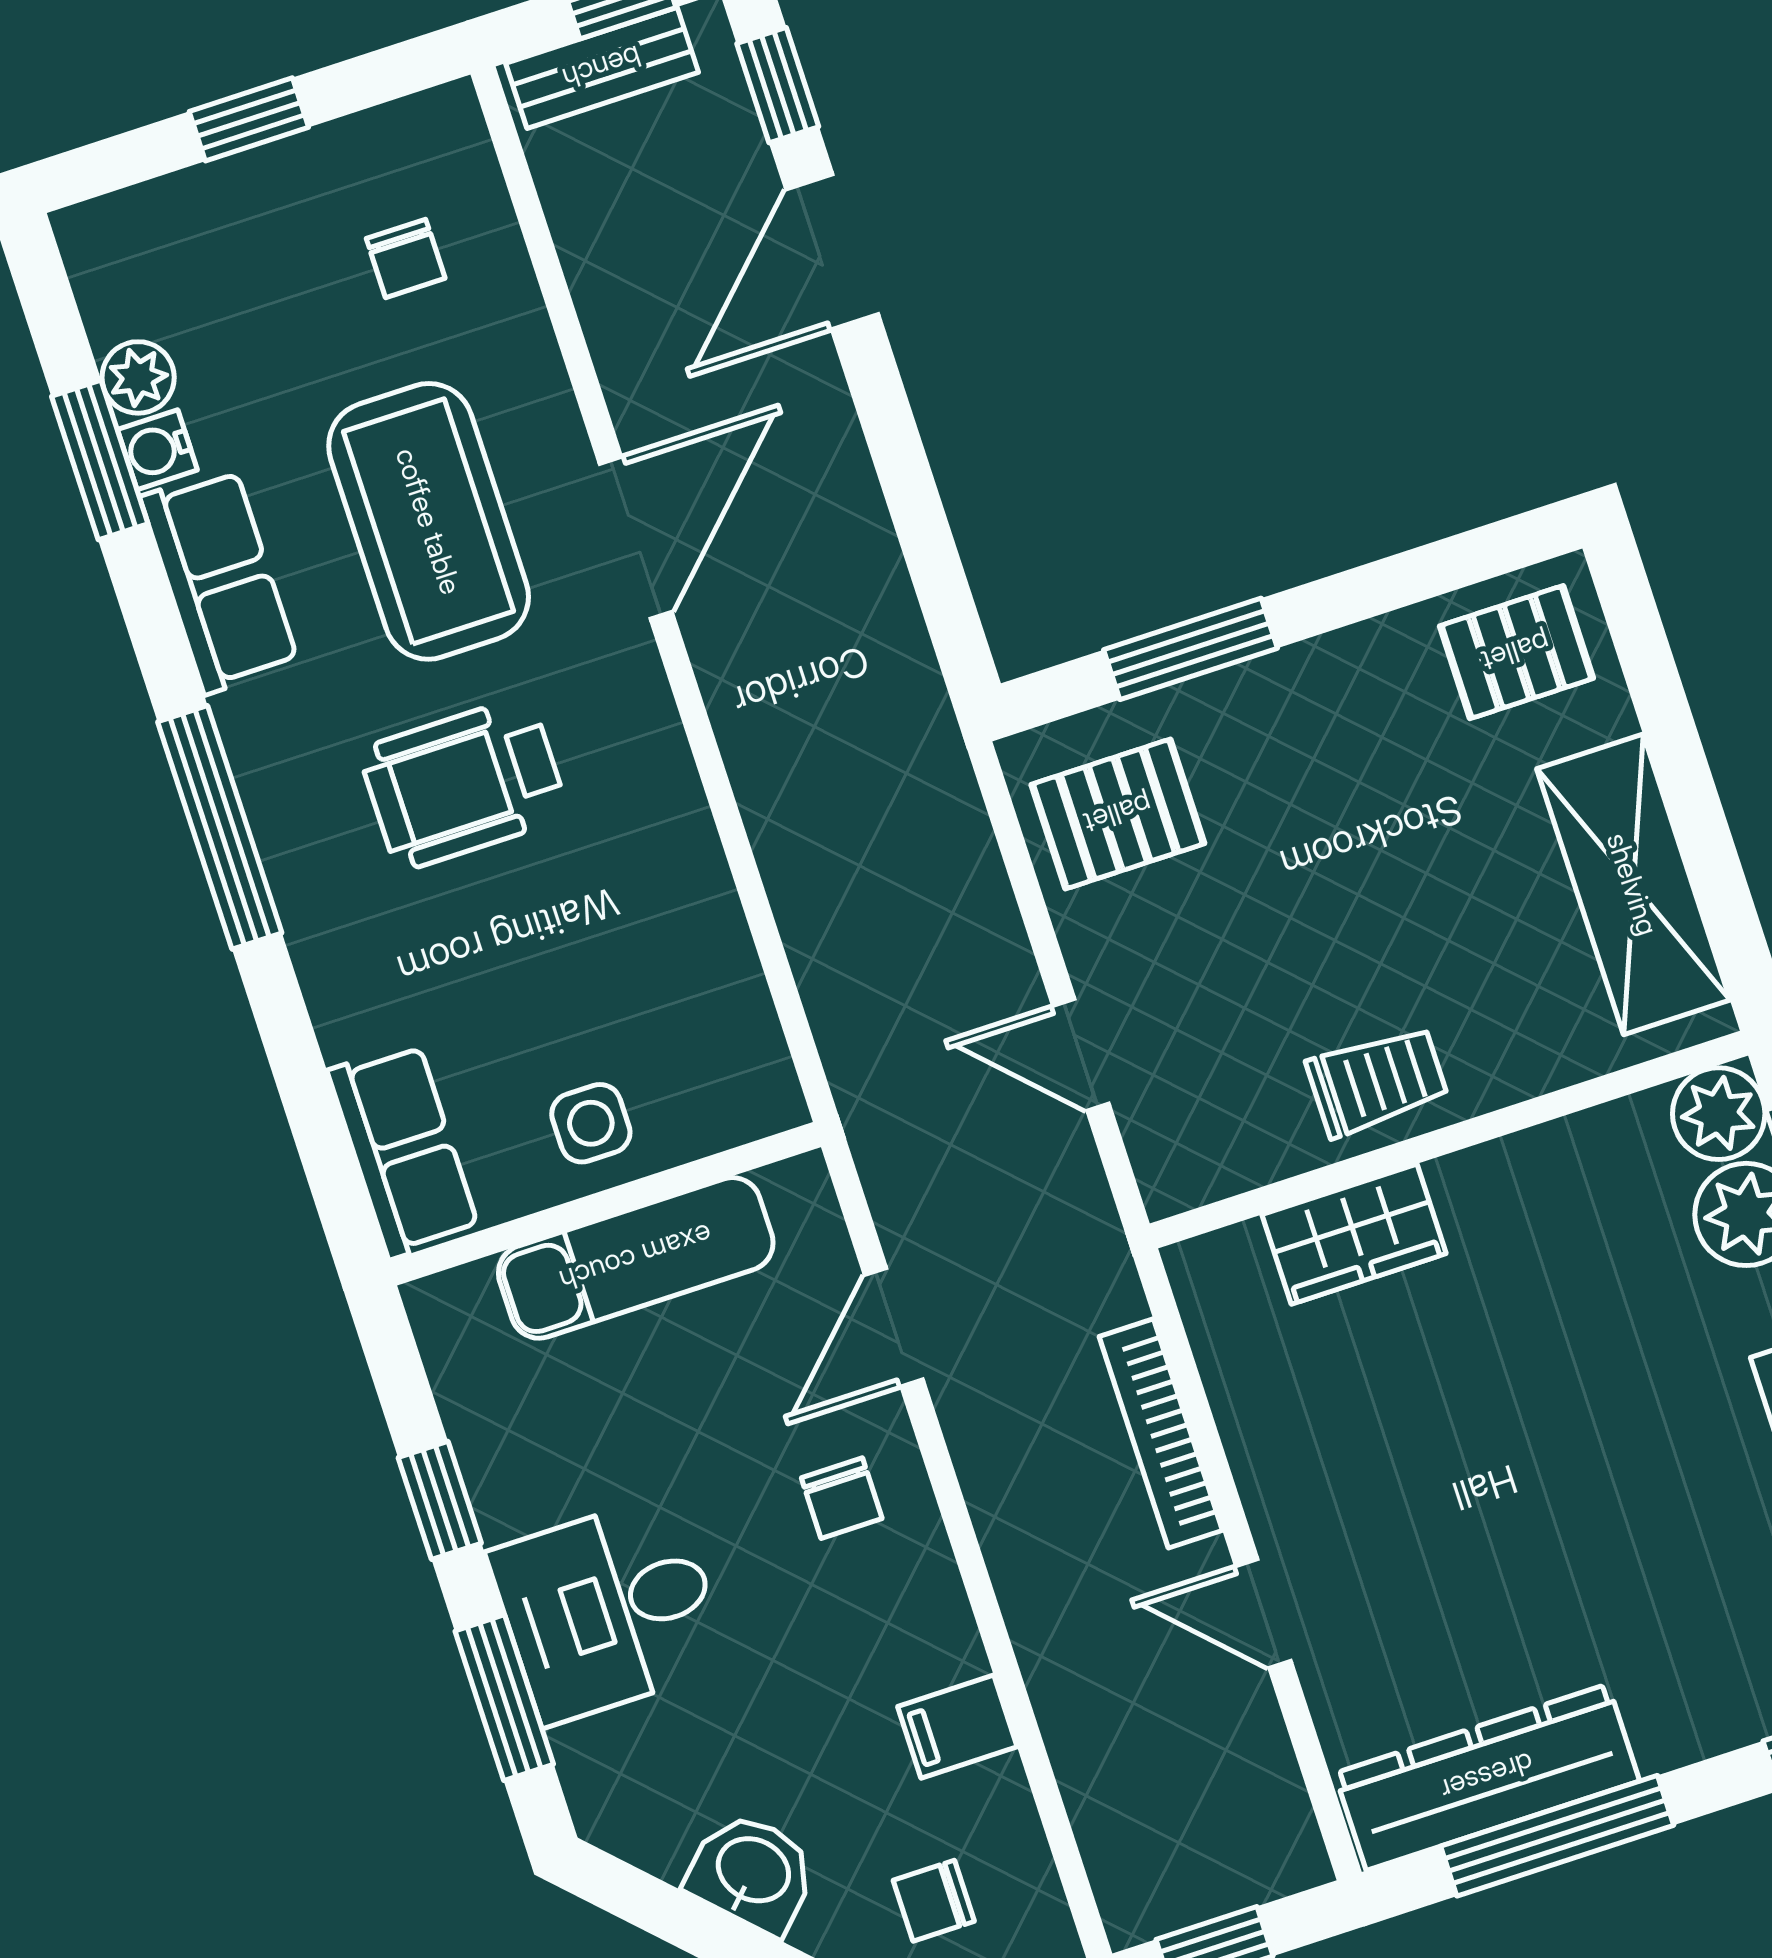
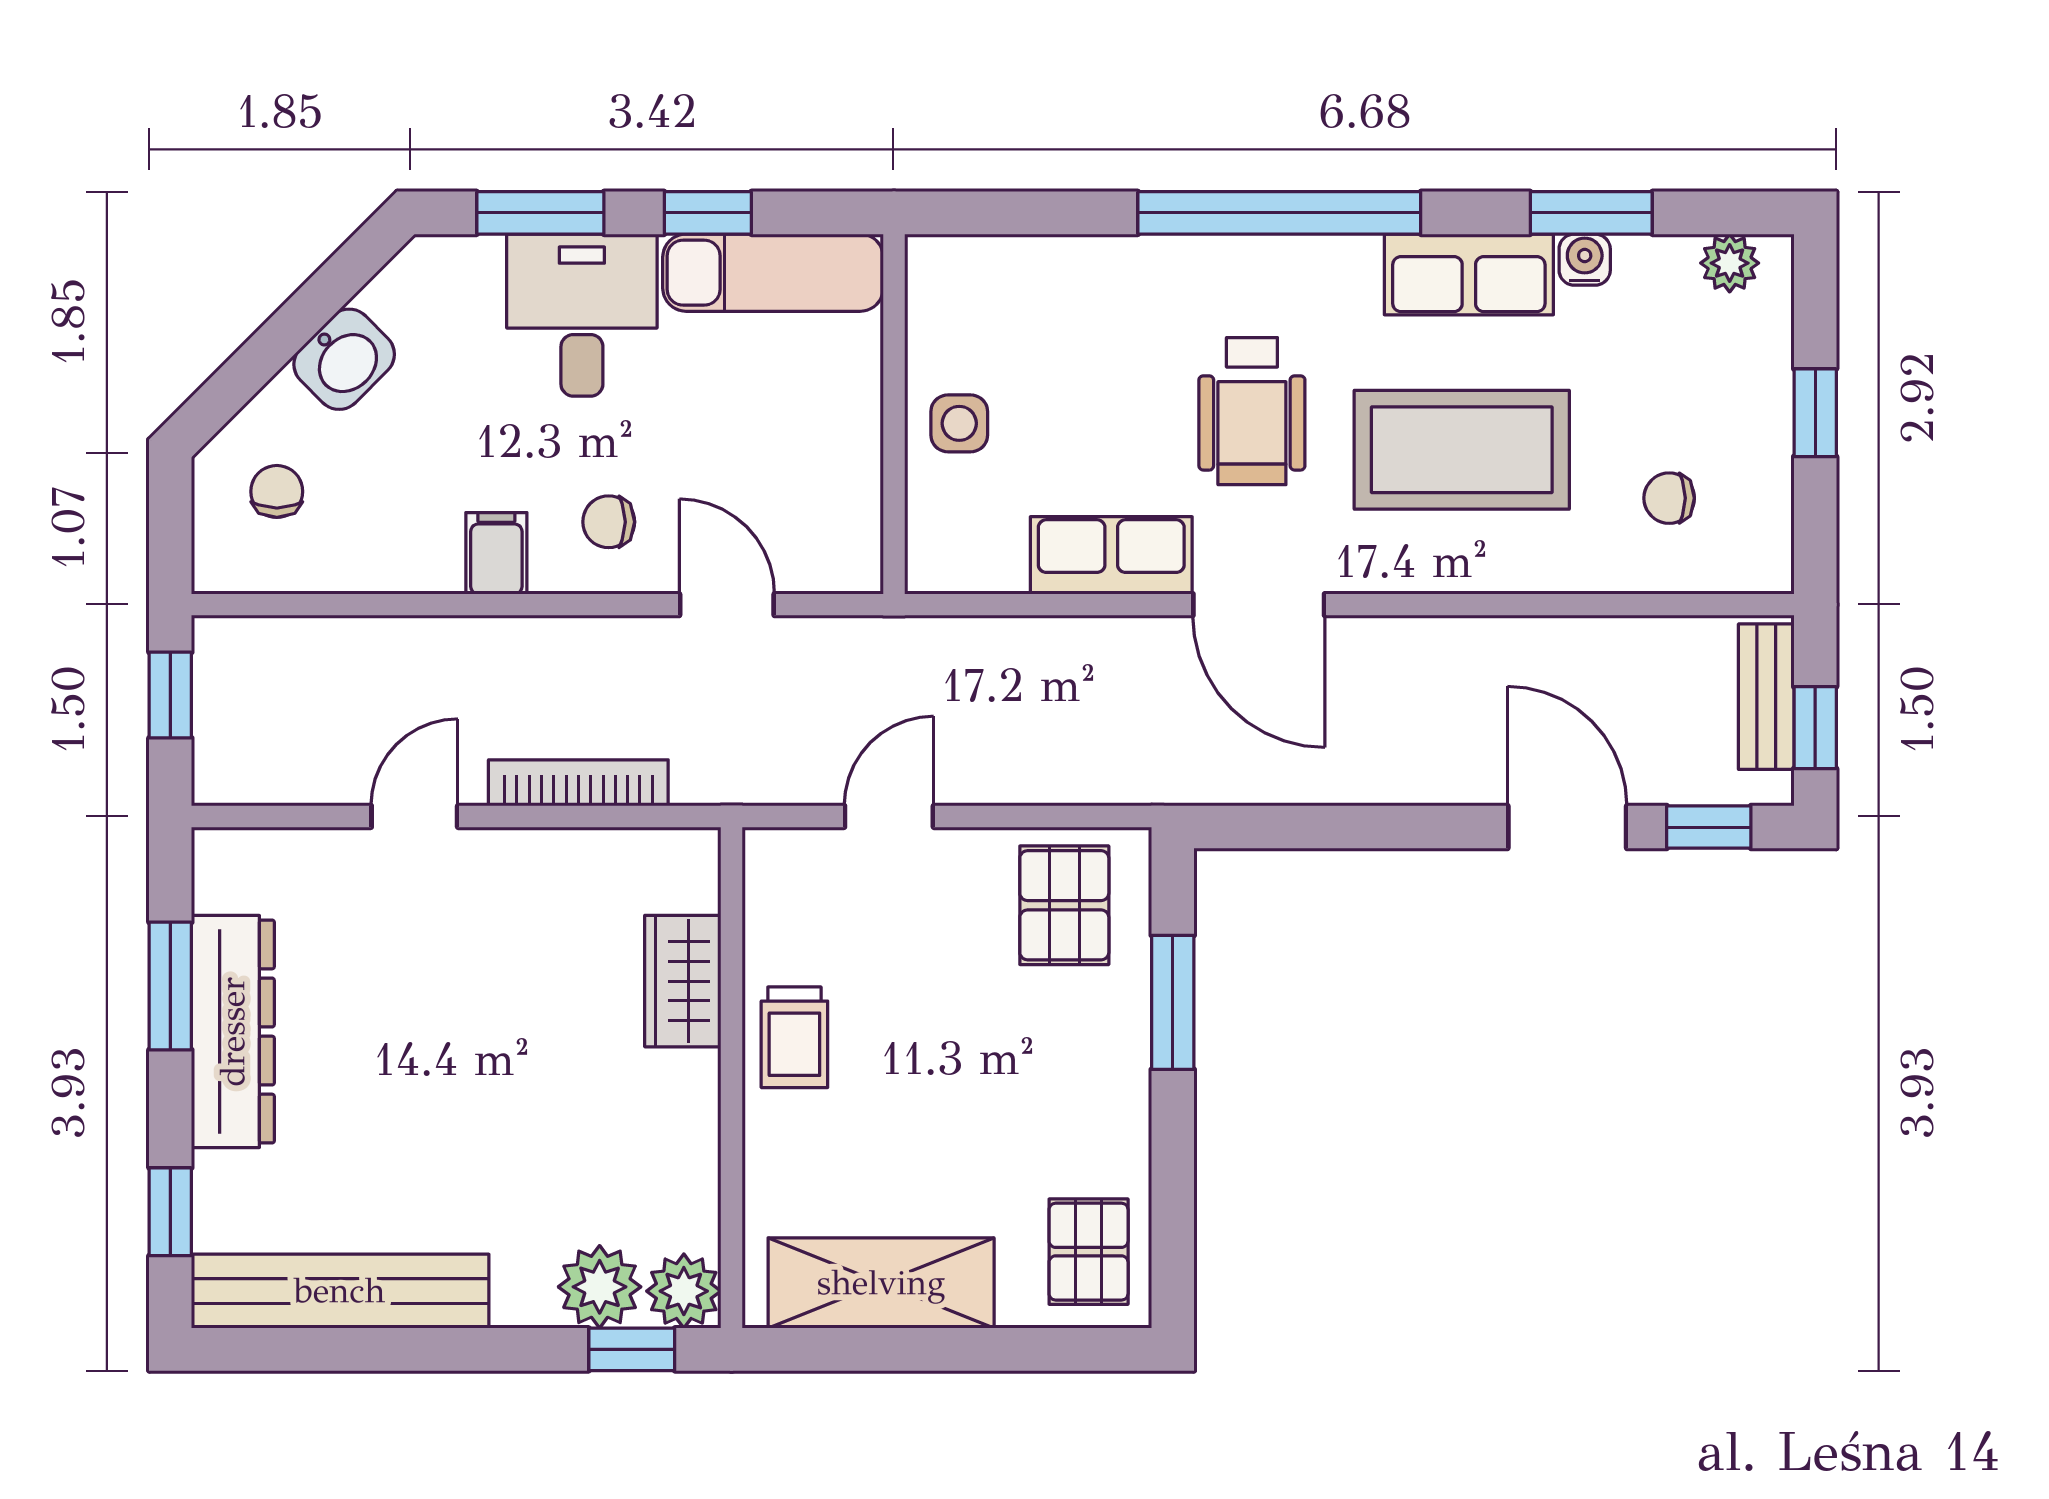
plant: (138, 377) -> (1730, 263), moved
door: (636, 538) -> (1259, 605), moved
wheelchair: (464, 783) -> (1252, 411), turned 180
window: (220, 827) -> (1279, 213), width x1.46
row of seats: (403, 1150) -> (1111, 555), moved, turned 180
exam couch: (636, 1258) -> (773, 273), moved, turned -90
filing cabinet: (957, 1727) -> (496, 553), moved
dresser: (1487, 1777) -> (233, 1032), moved
window: (1557, 1836) -> (170, 986), width x0.69

